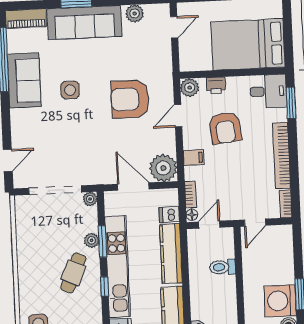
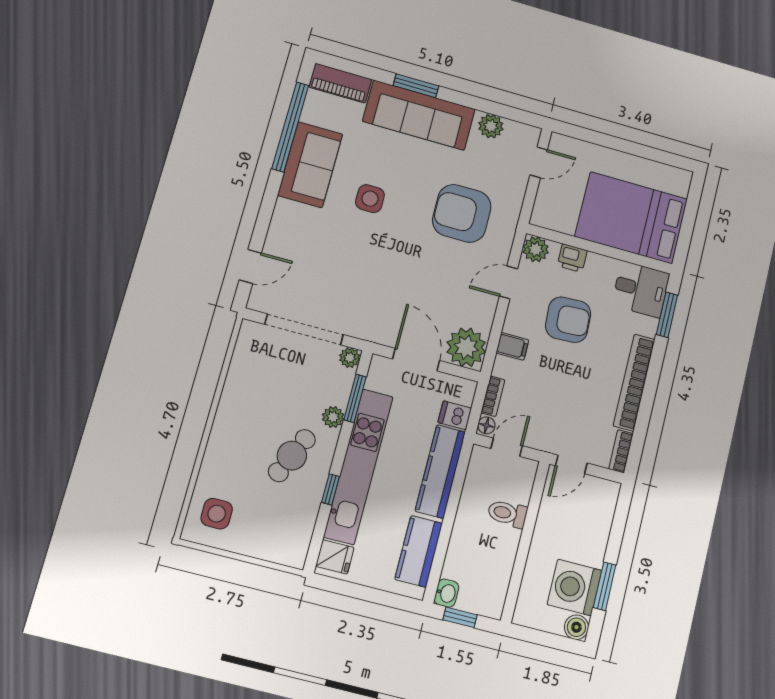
armchair: (130, 99) -> (462, 213), moved
armchair: (225, 128) -> (568, 320), turned -87
window: (102, 241) -> (355, 398), moved

